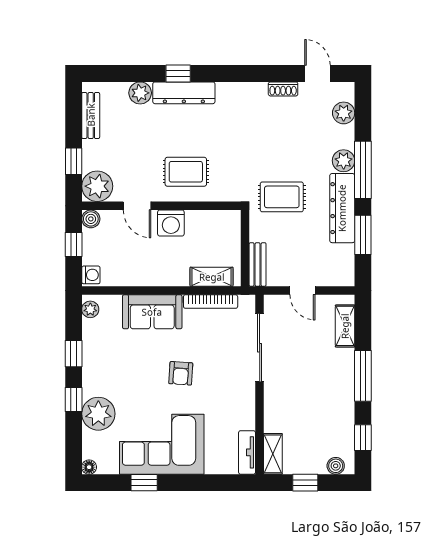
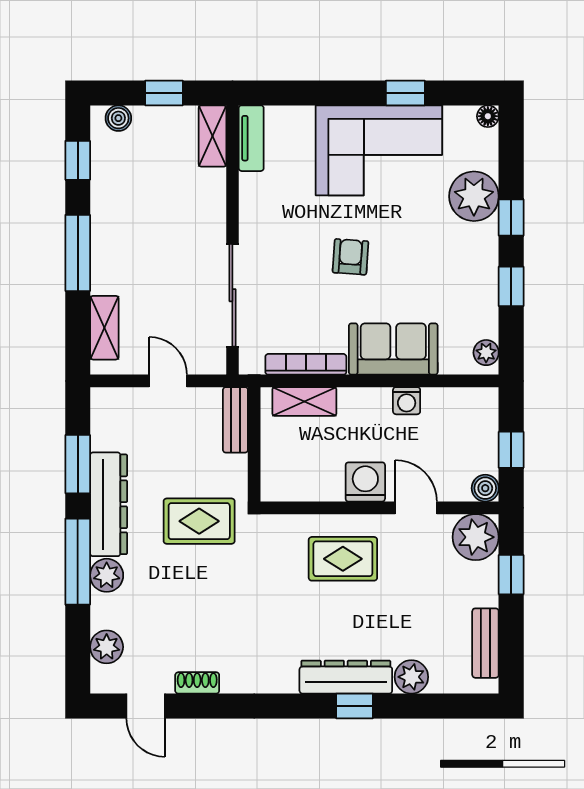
washing machine: (91, 275) -> (407, 401), moved, turned -90

